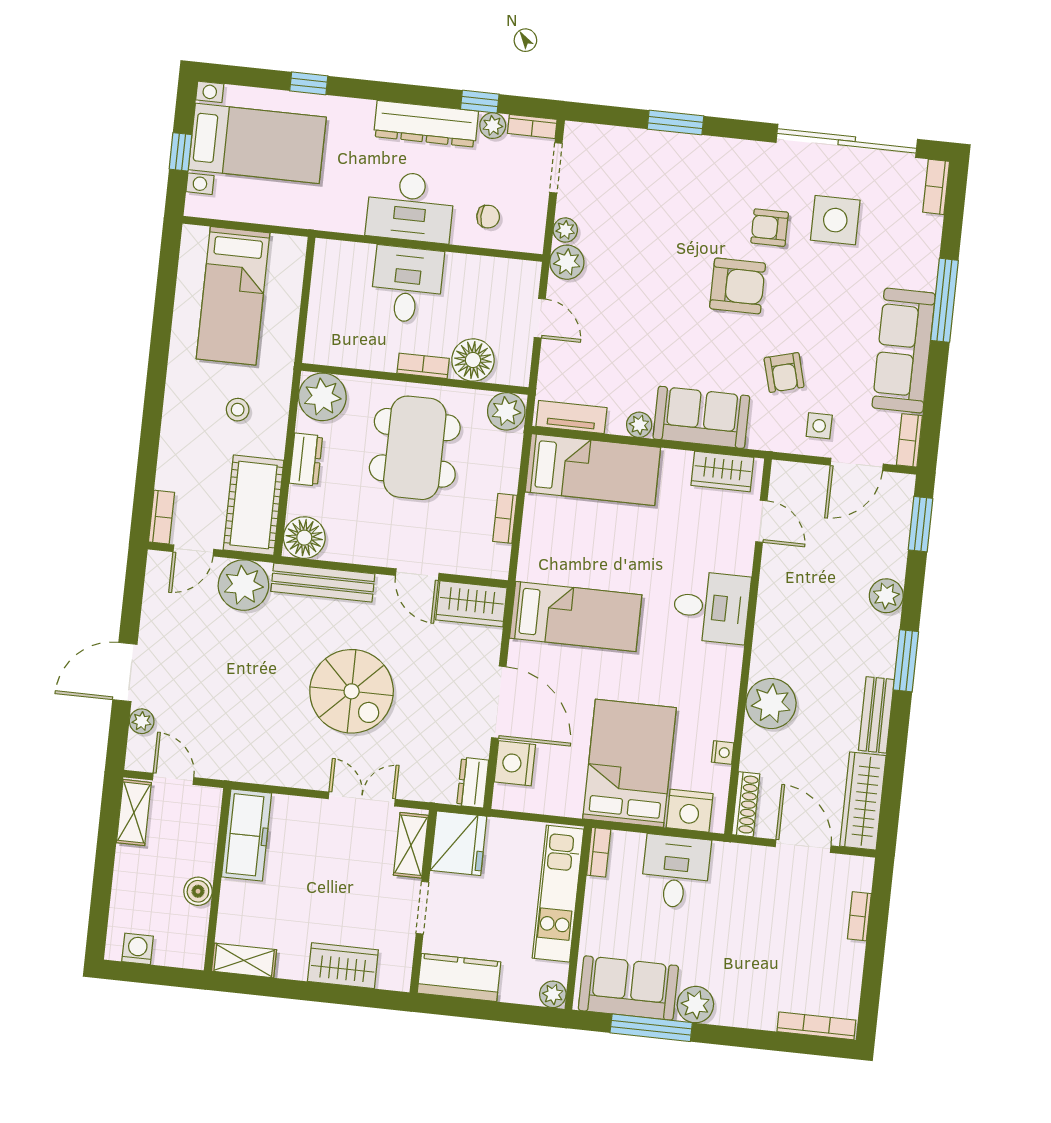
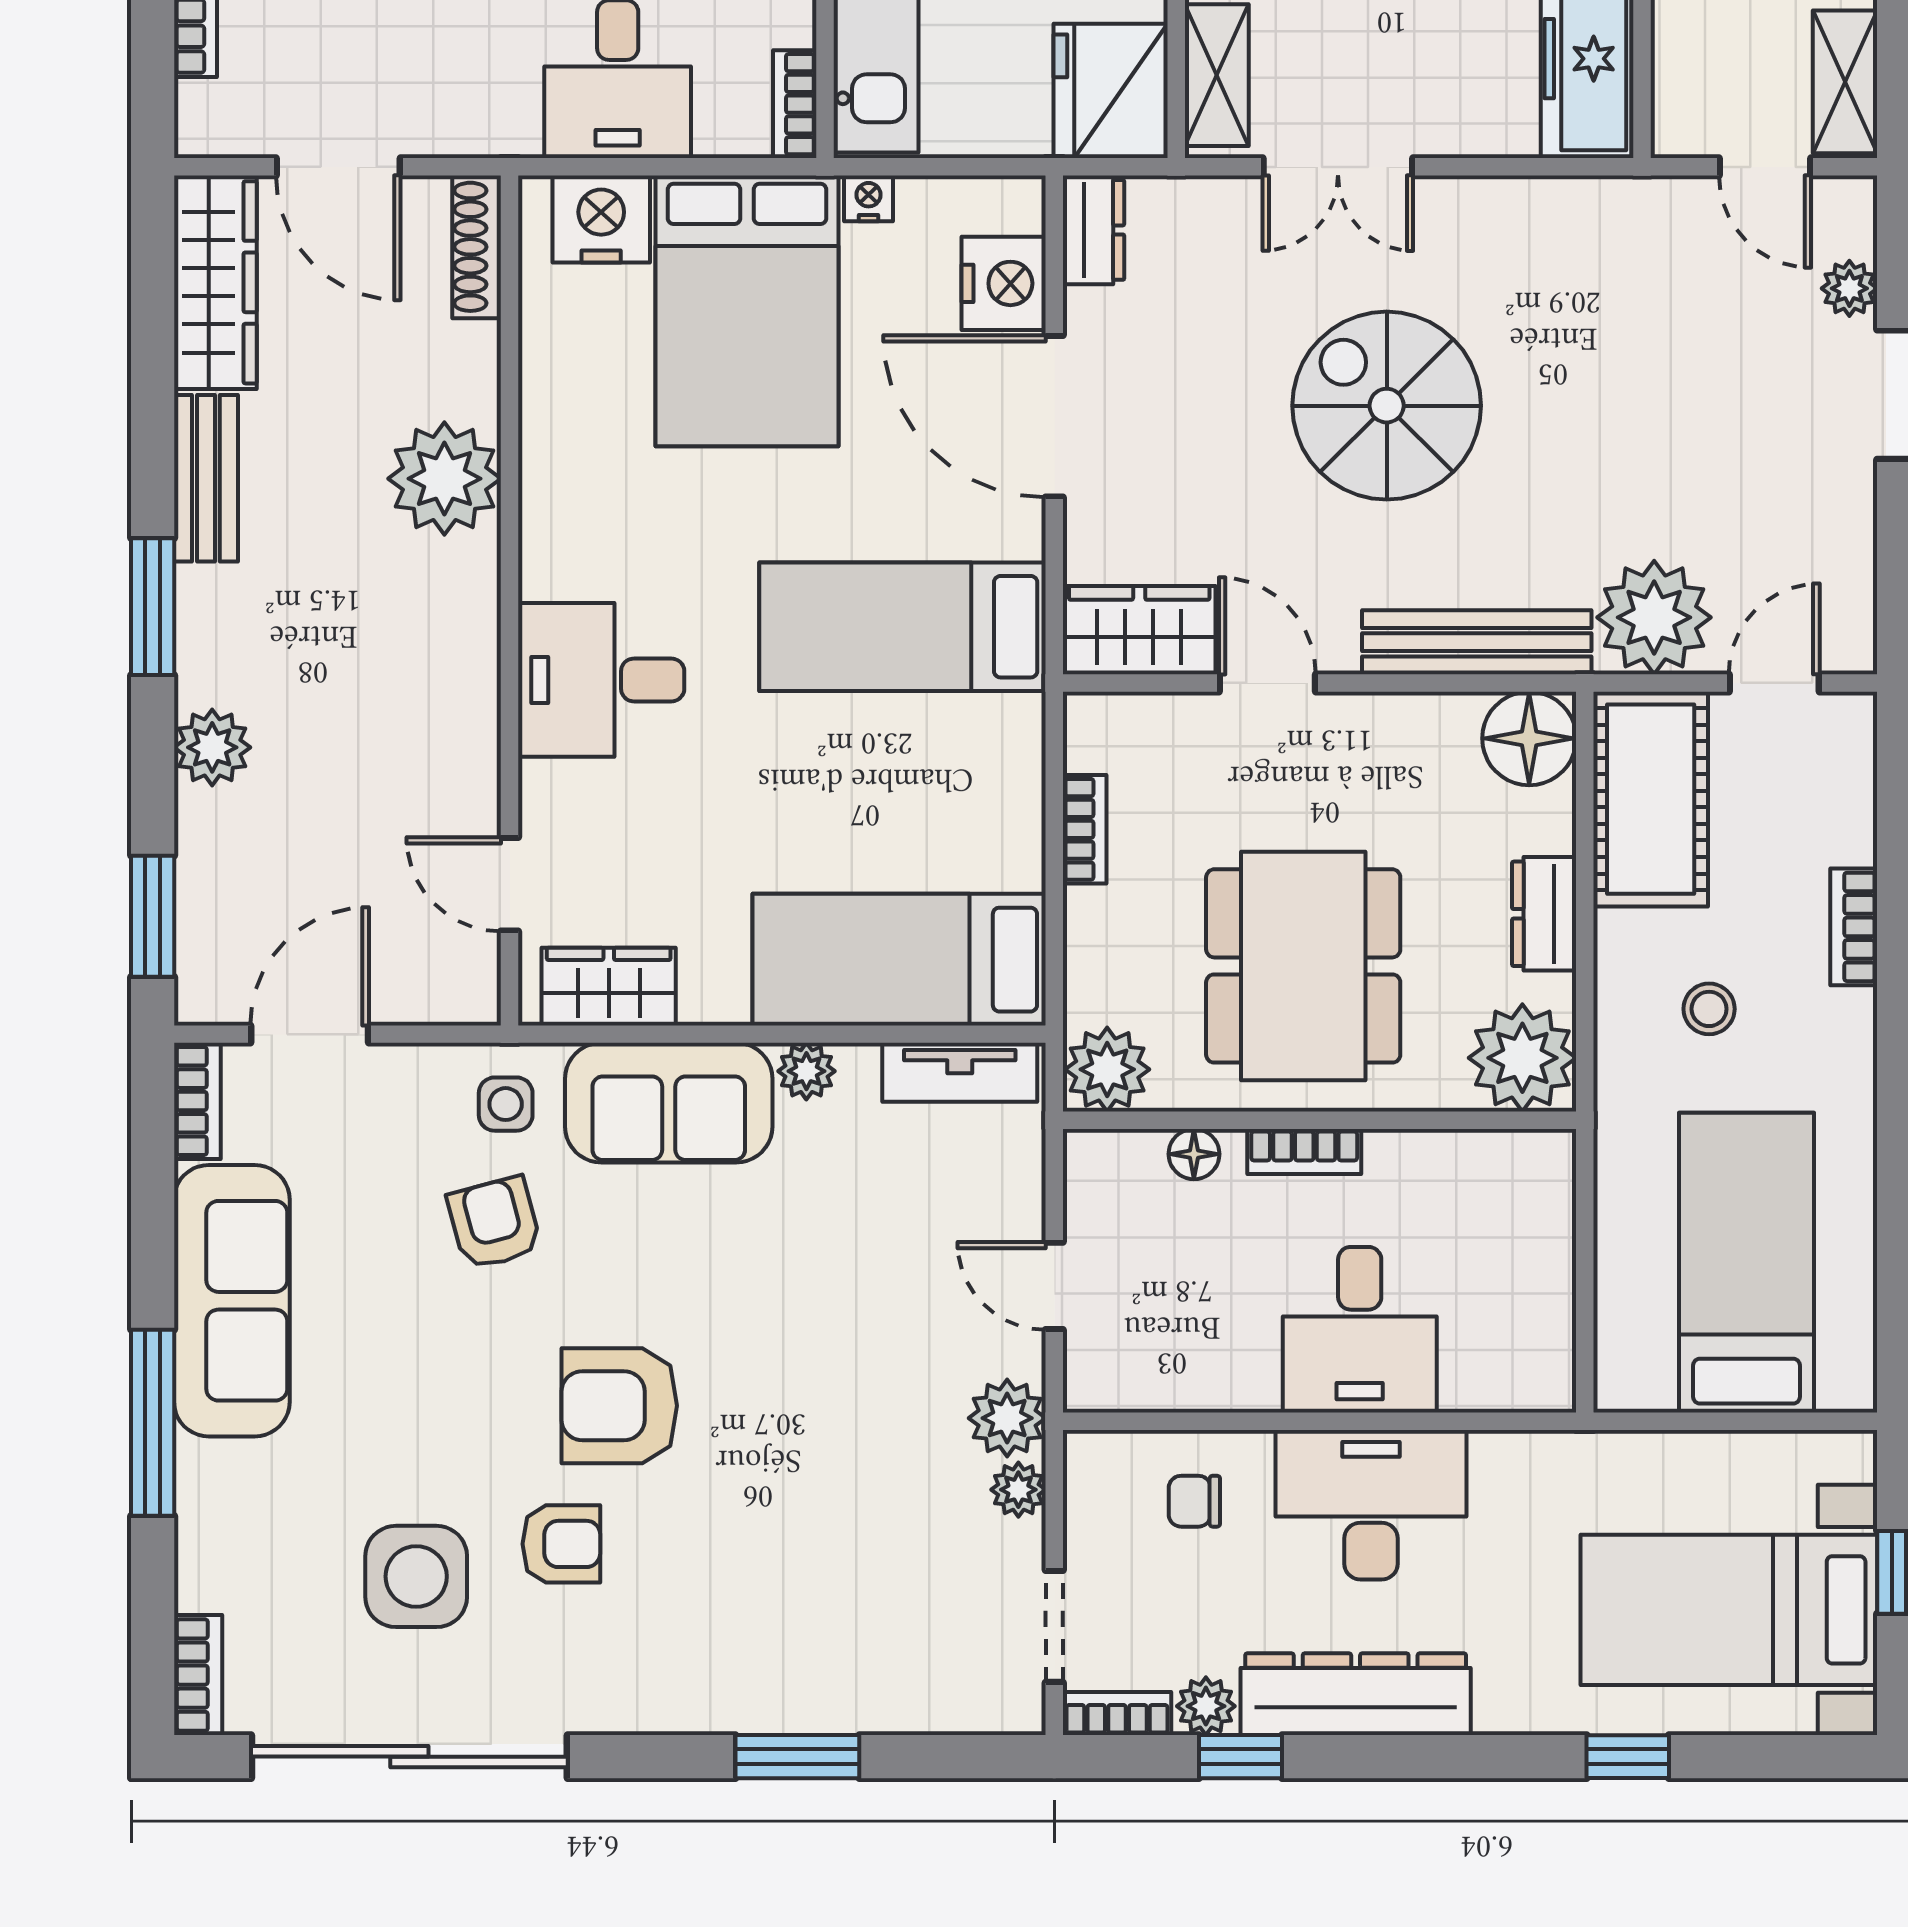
floor lamp: (473, 360) -> (1194, 1154), width x0.53, depth x0.53
side table: (819, 426) -> (506, 1104), moved
bookcase: (162, 517) -> (1854, 927), moved
nightstand: (723, 752) -> (869, 198), moved, turned 90

